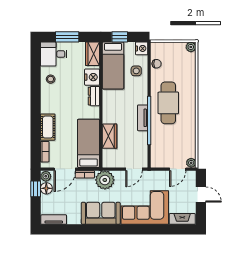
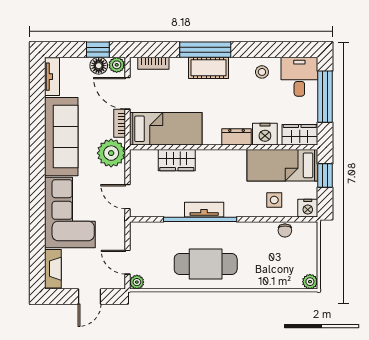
window: (67, 37) -> (325, 97), width x1.44
cafe table: (168, 103) -> (206, 264), moved
window: (36, 117) -> (205, 50), added
cot: (48, 127) -> (209, 68), moved
sofa: (101, 213) -> (61, 137), width x1.36

